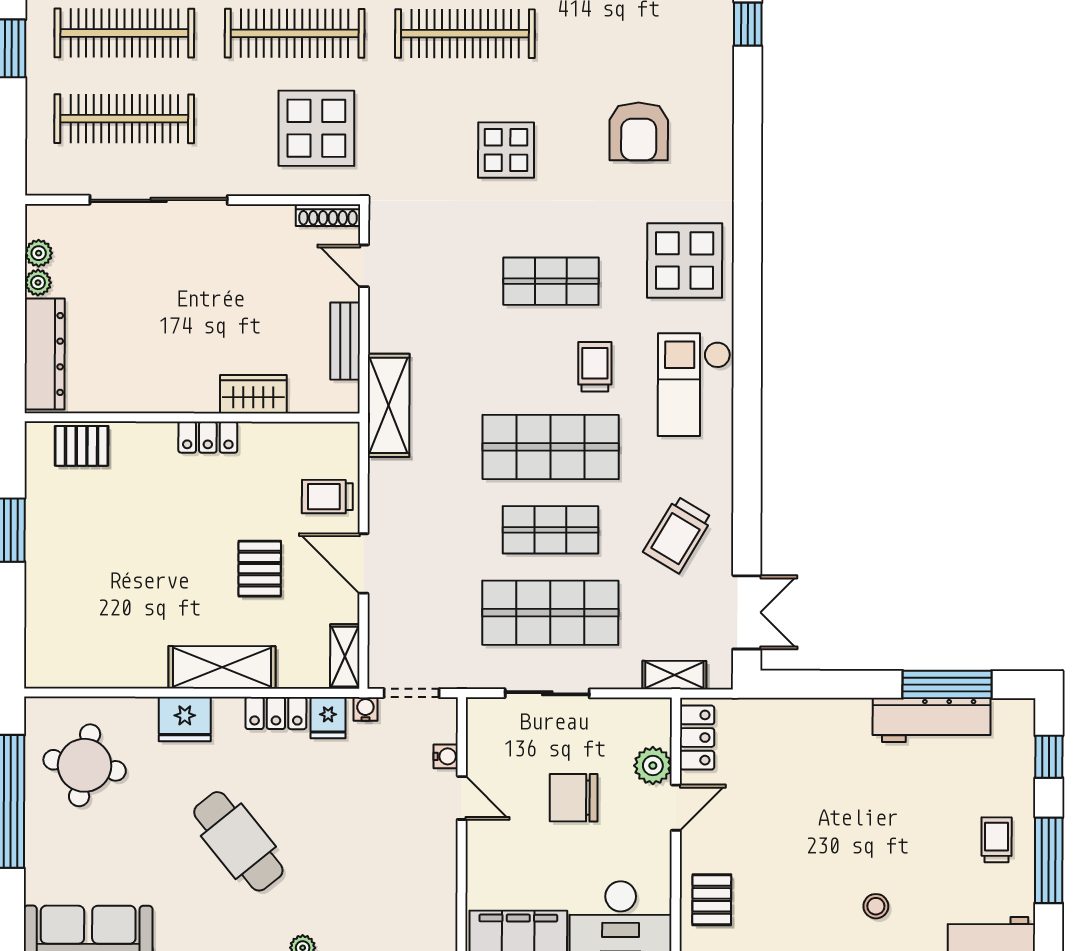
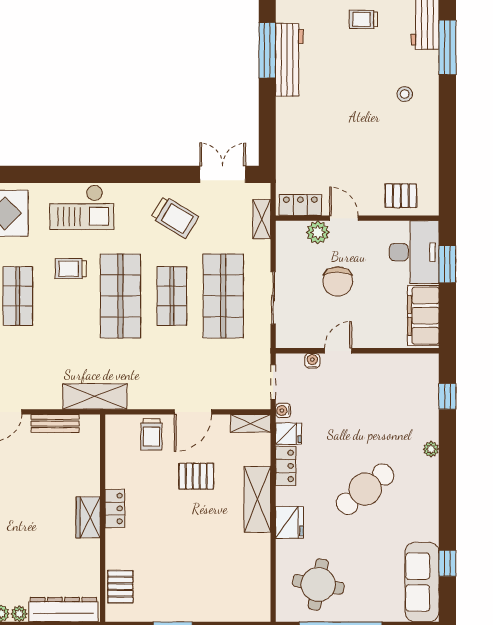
wardrobe: (253, 394) -> (88, 517), moved

